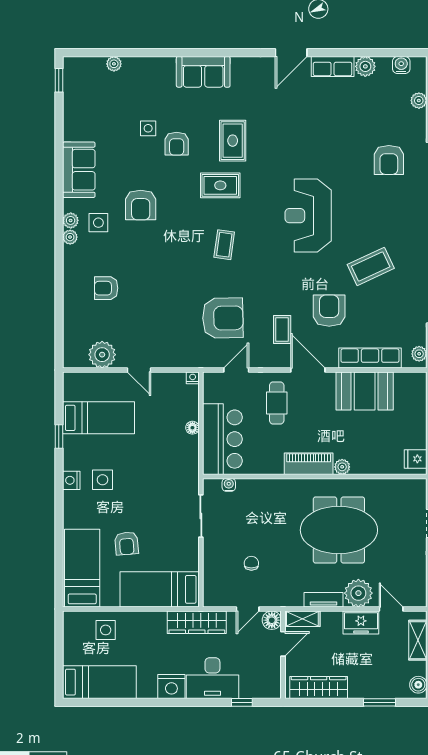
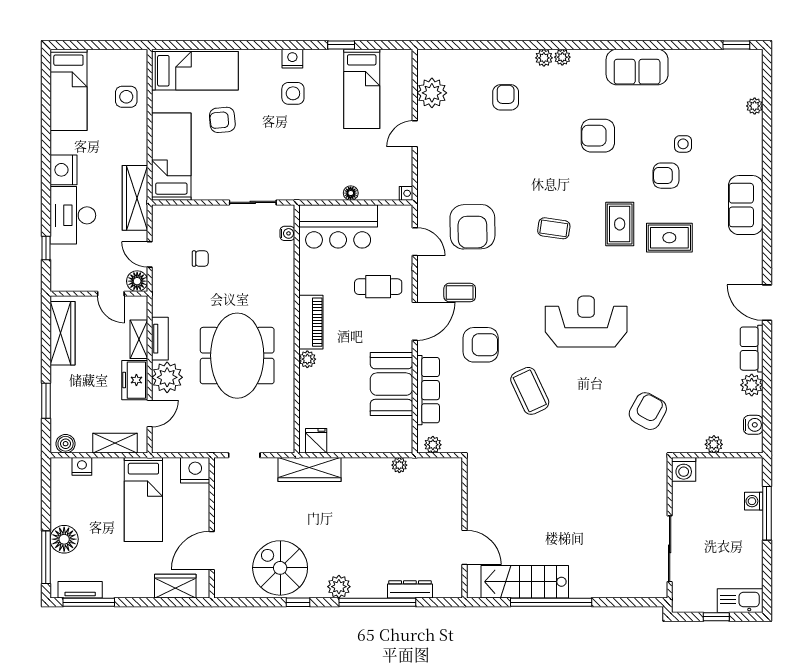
armchair: (389, 160) -> (648, 411), turned 119
plant: (71, 220) -> (544, 58), moved
side table: (98, 223) -> (578, 89), removed
shelving: (302, 619) -> (139, 339), moved

